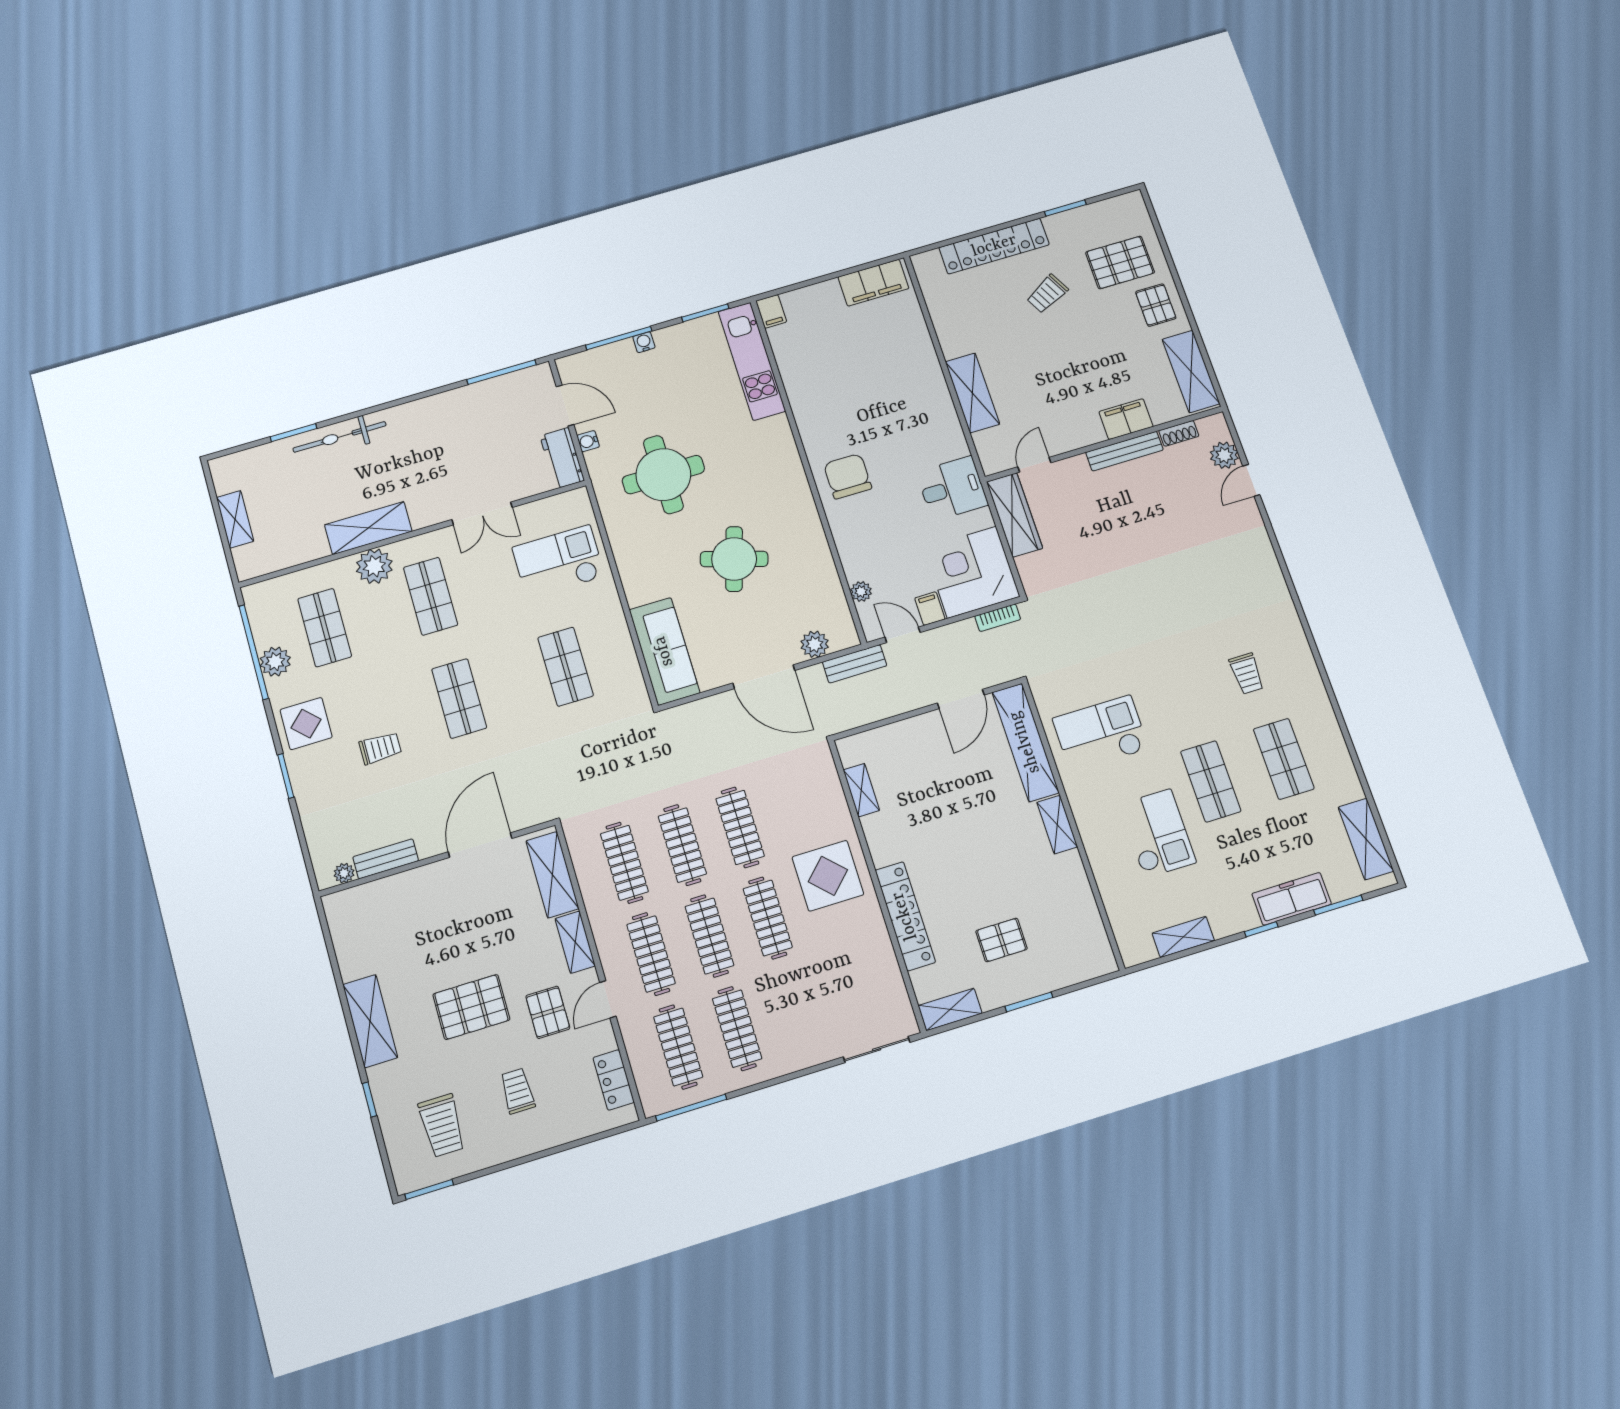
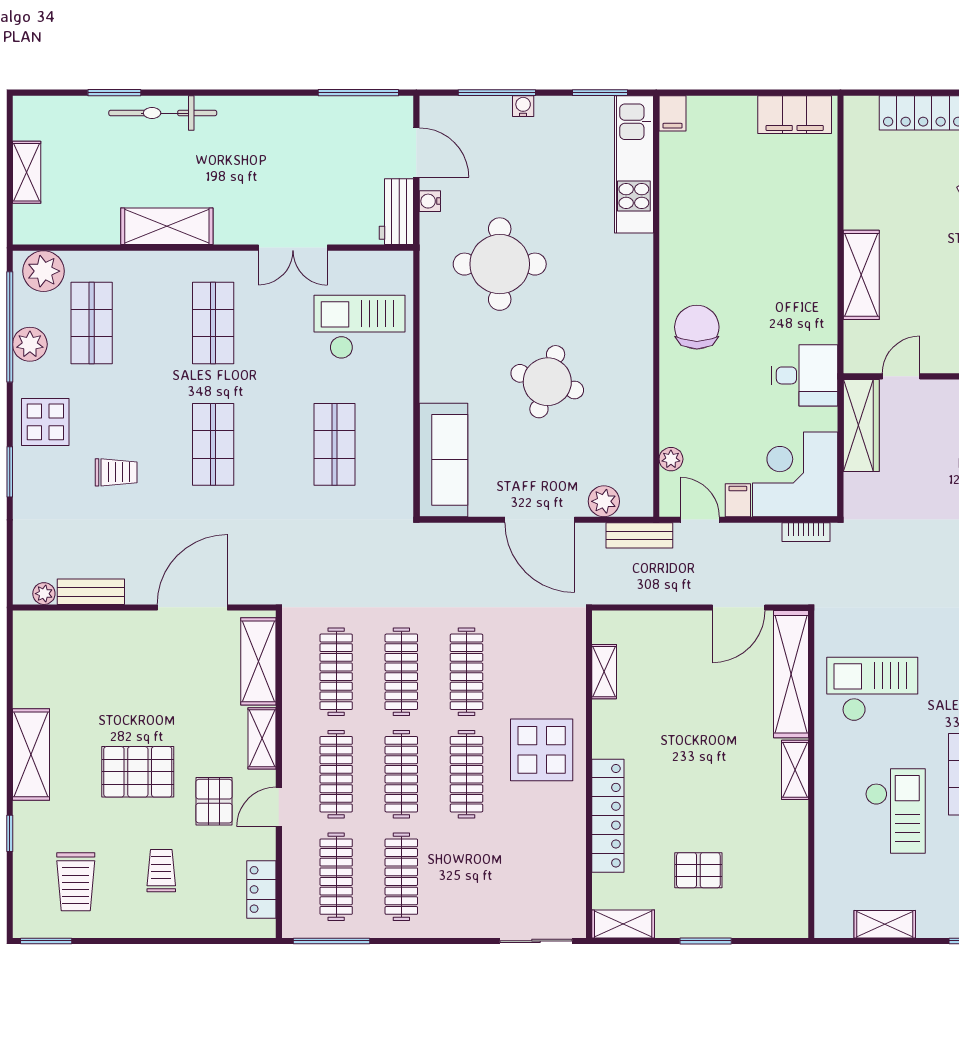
plant: (374, 566) -> (44, 271), moved

